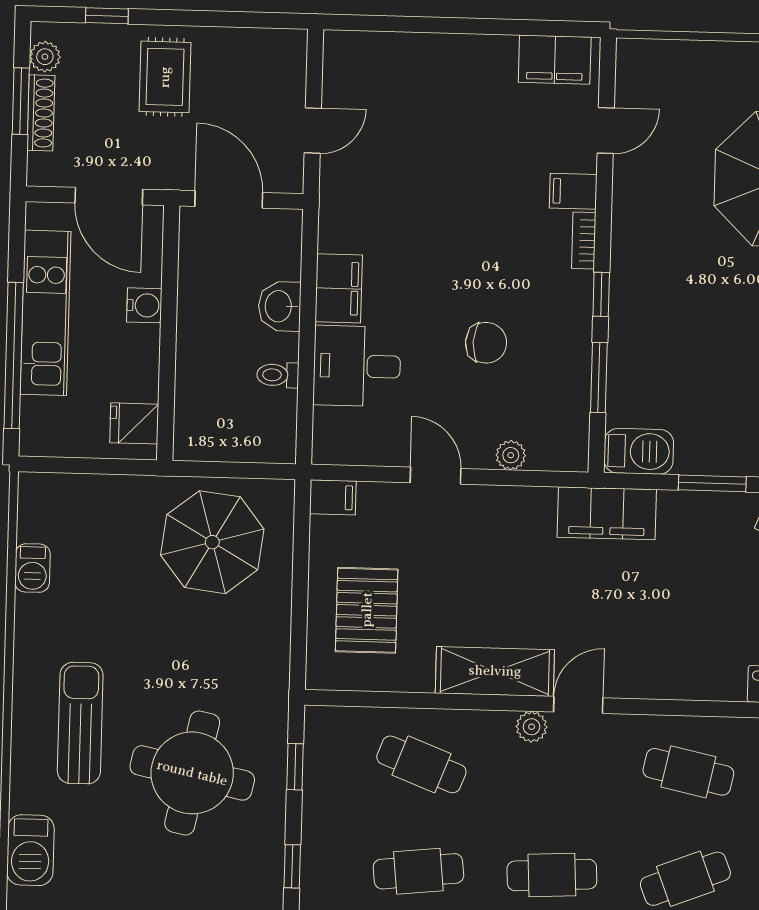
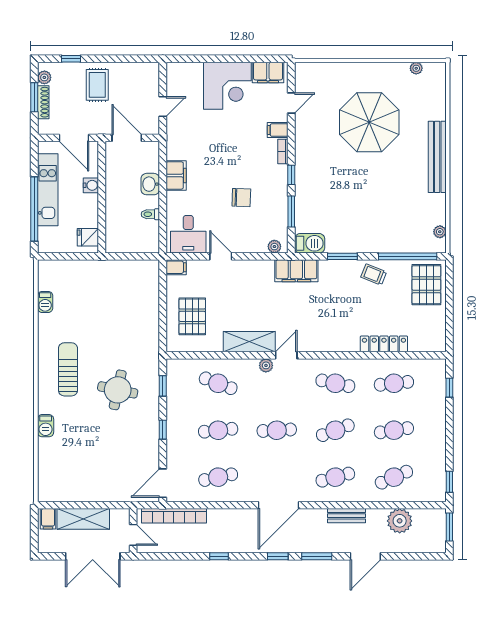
corner desk: (461, 87) -> (227, 86), added
desk: (357, 366) -> (188, 234), moved, turned -90
plant: (511, 455) -> (274, 247), moved
parasol: (212, 542) -> (124, 288), removed
round table: (192, 773) -> (118, 390), width x0.73, depth x0.73
barbecue: (30, 850) -> (46, 426), width x0.73, depth x0.79

